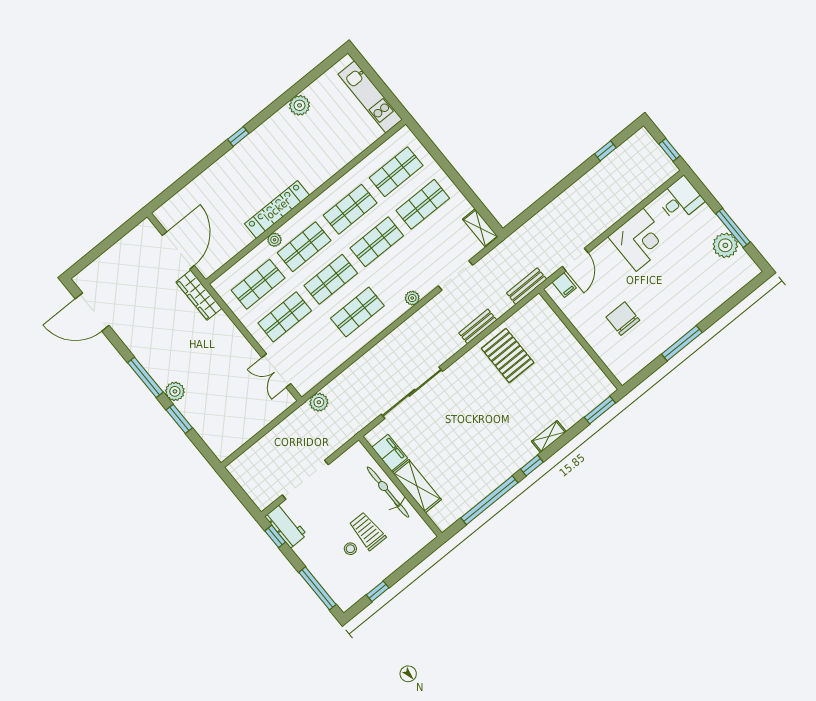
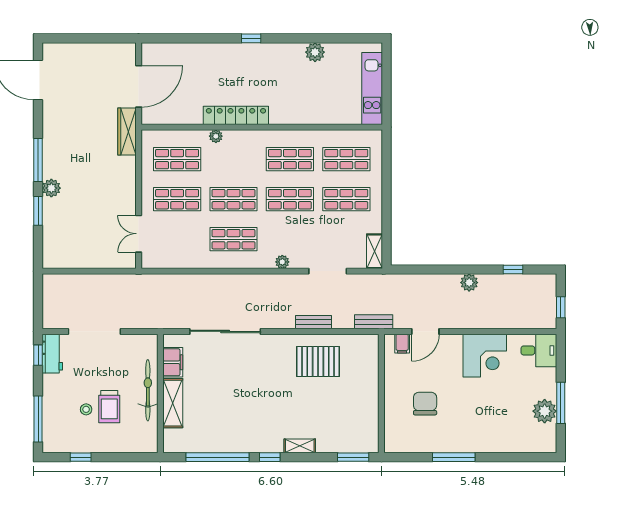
shop shelf: (304, 247) -> (233, 159), removed
pallet: (508, 356) -> (318, 362), turned 90
plant: (319, 402) -> (469, 283), moved
trolley: (367, 531) -> (109, 407), turned 180

